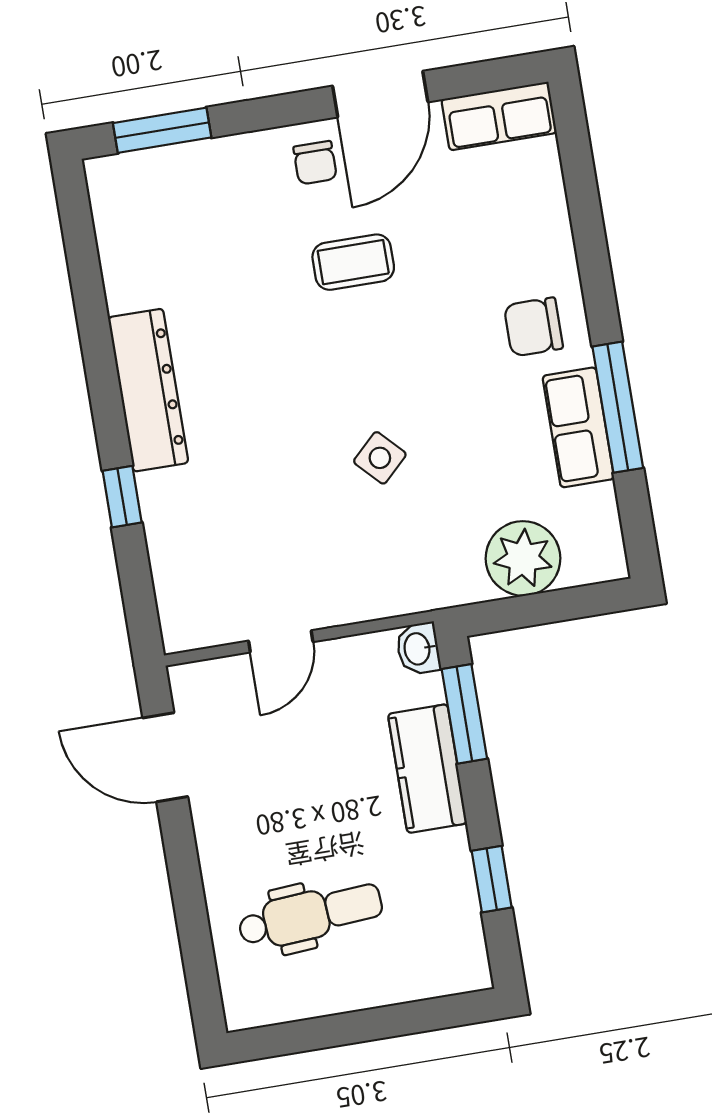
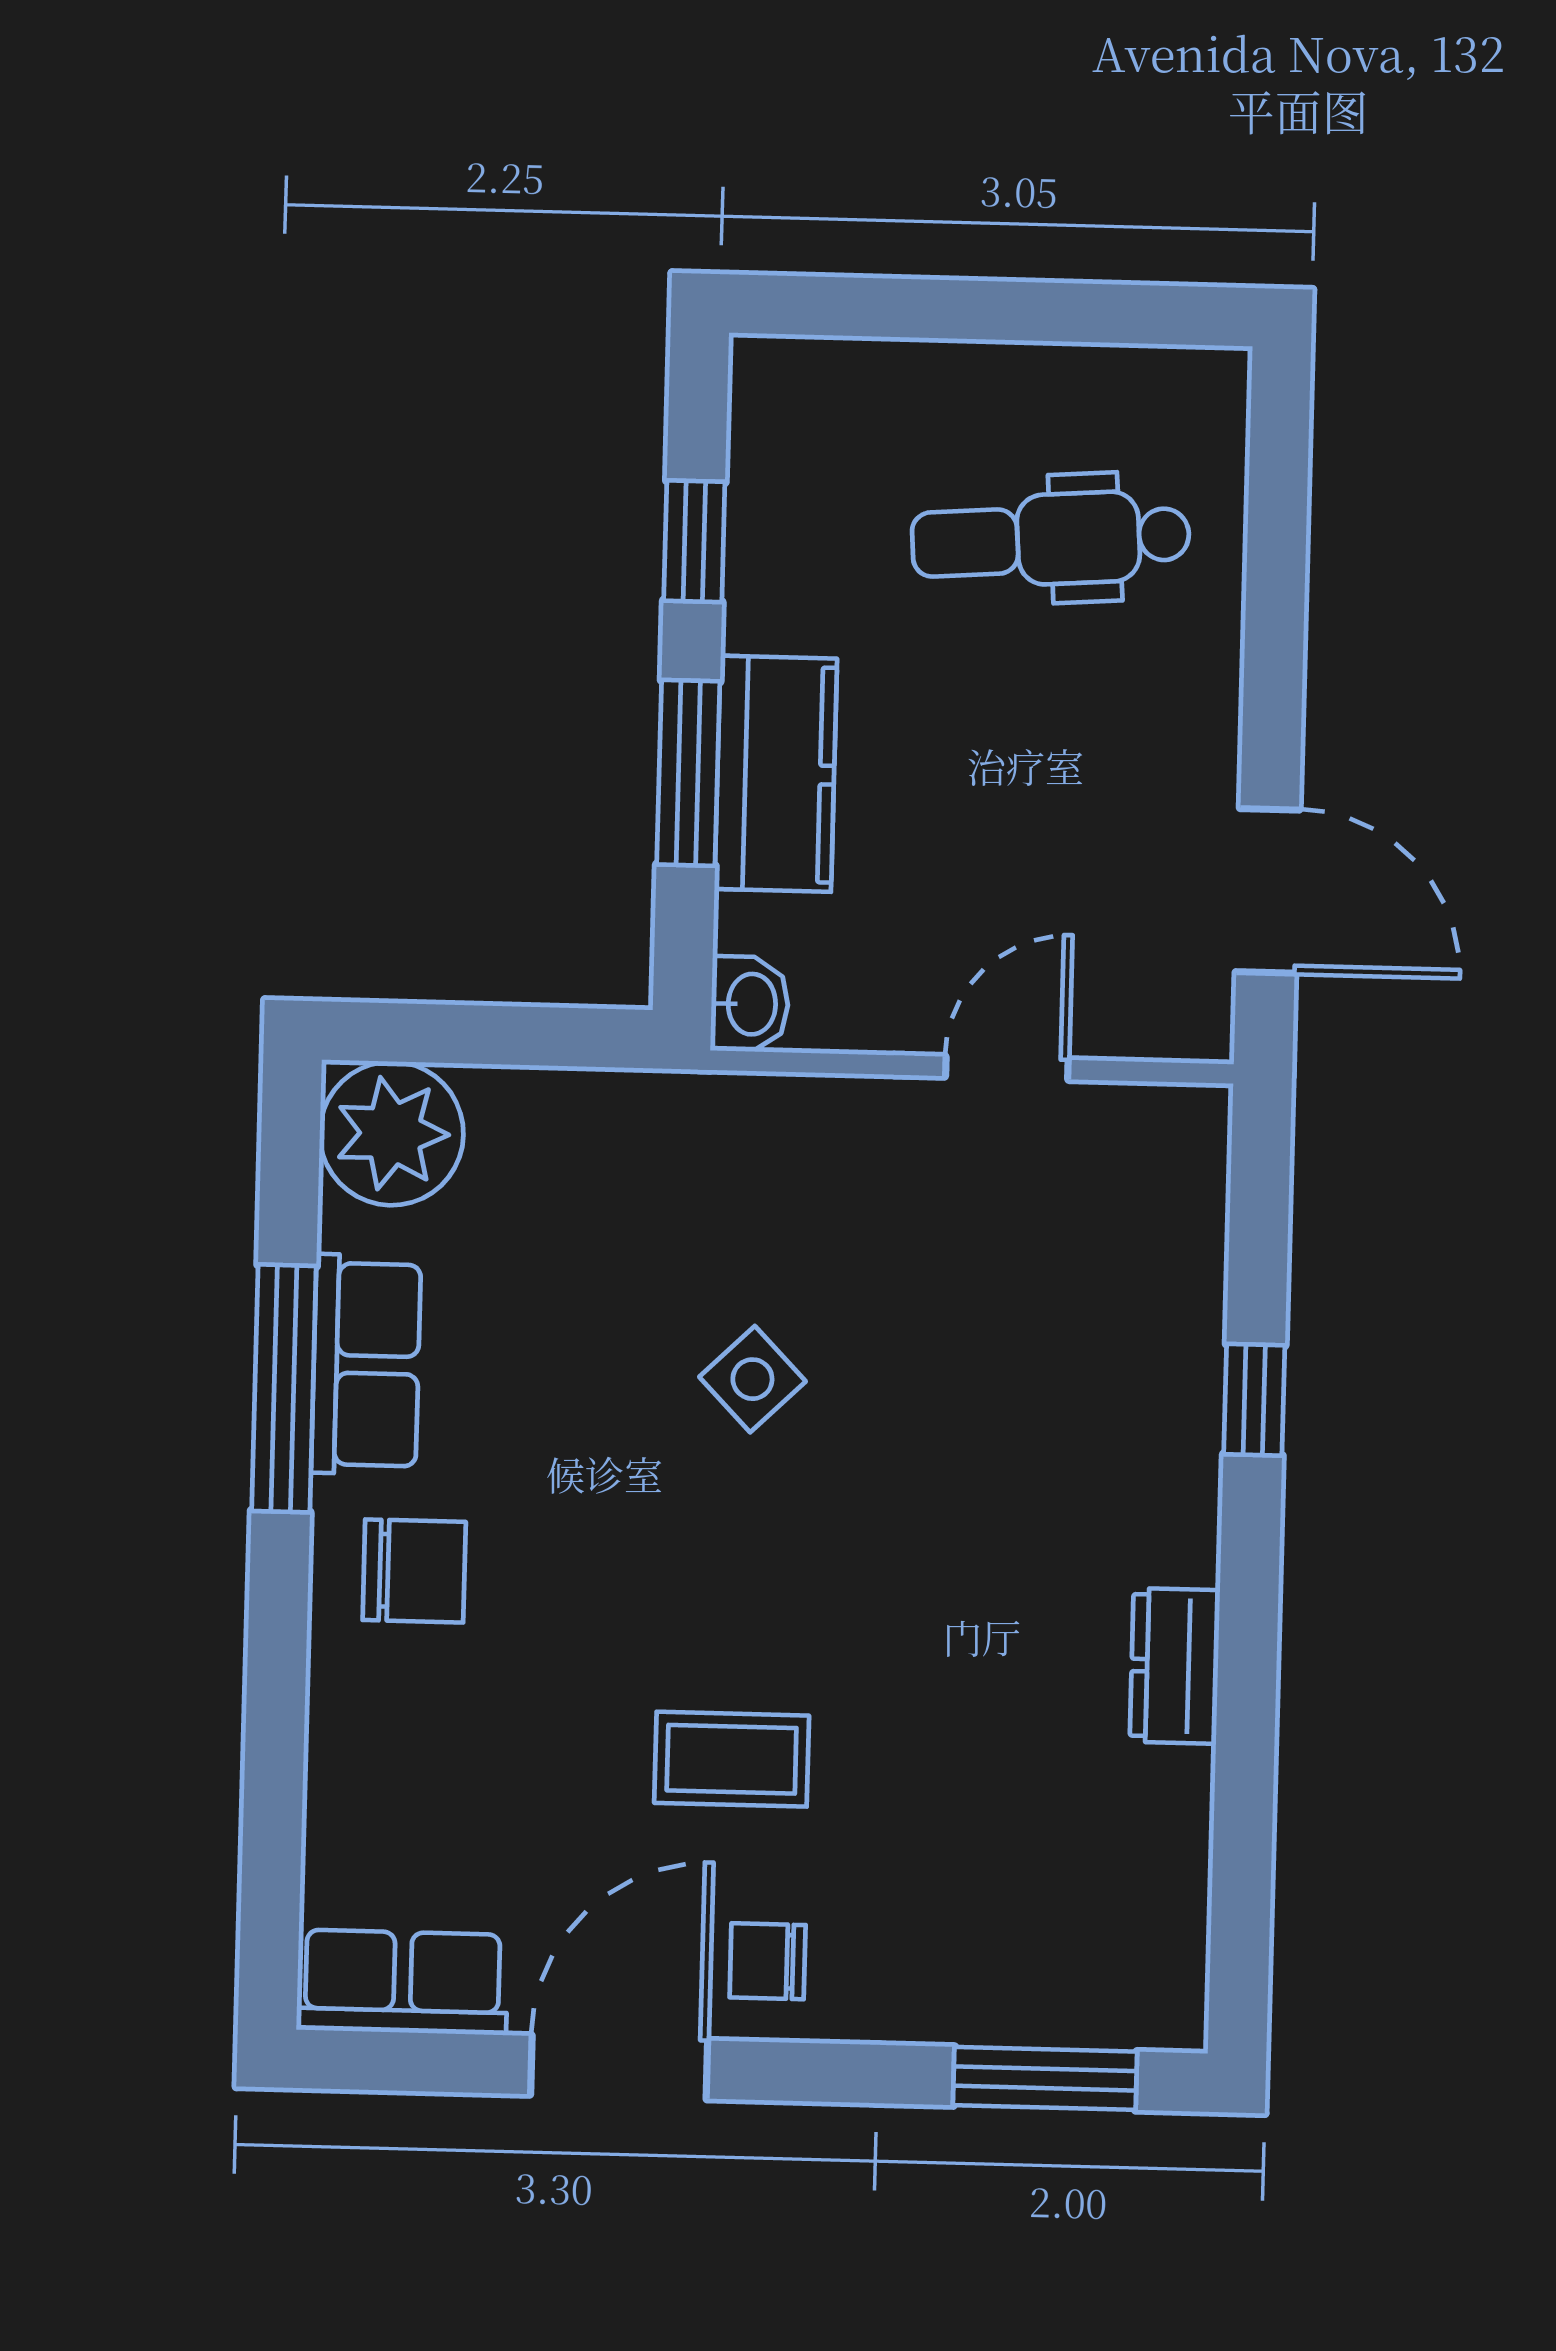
chair: (315, 163) -> (768, 1961), turned -90
dresser: (148, 390) -> (1175, 1666), width x0.51, depth x0.80
plant: (523, 558) -> (392, 1133), moved
window: (464, 714) -> (688, 773), moved

